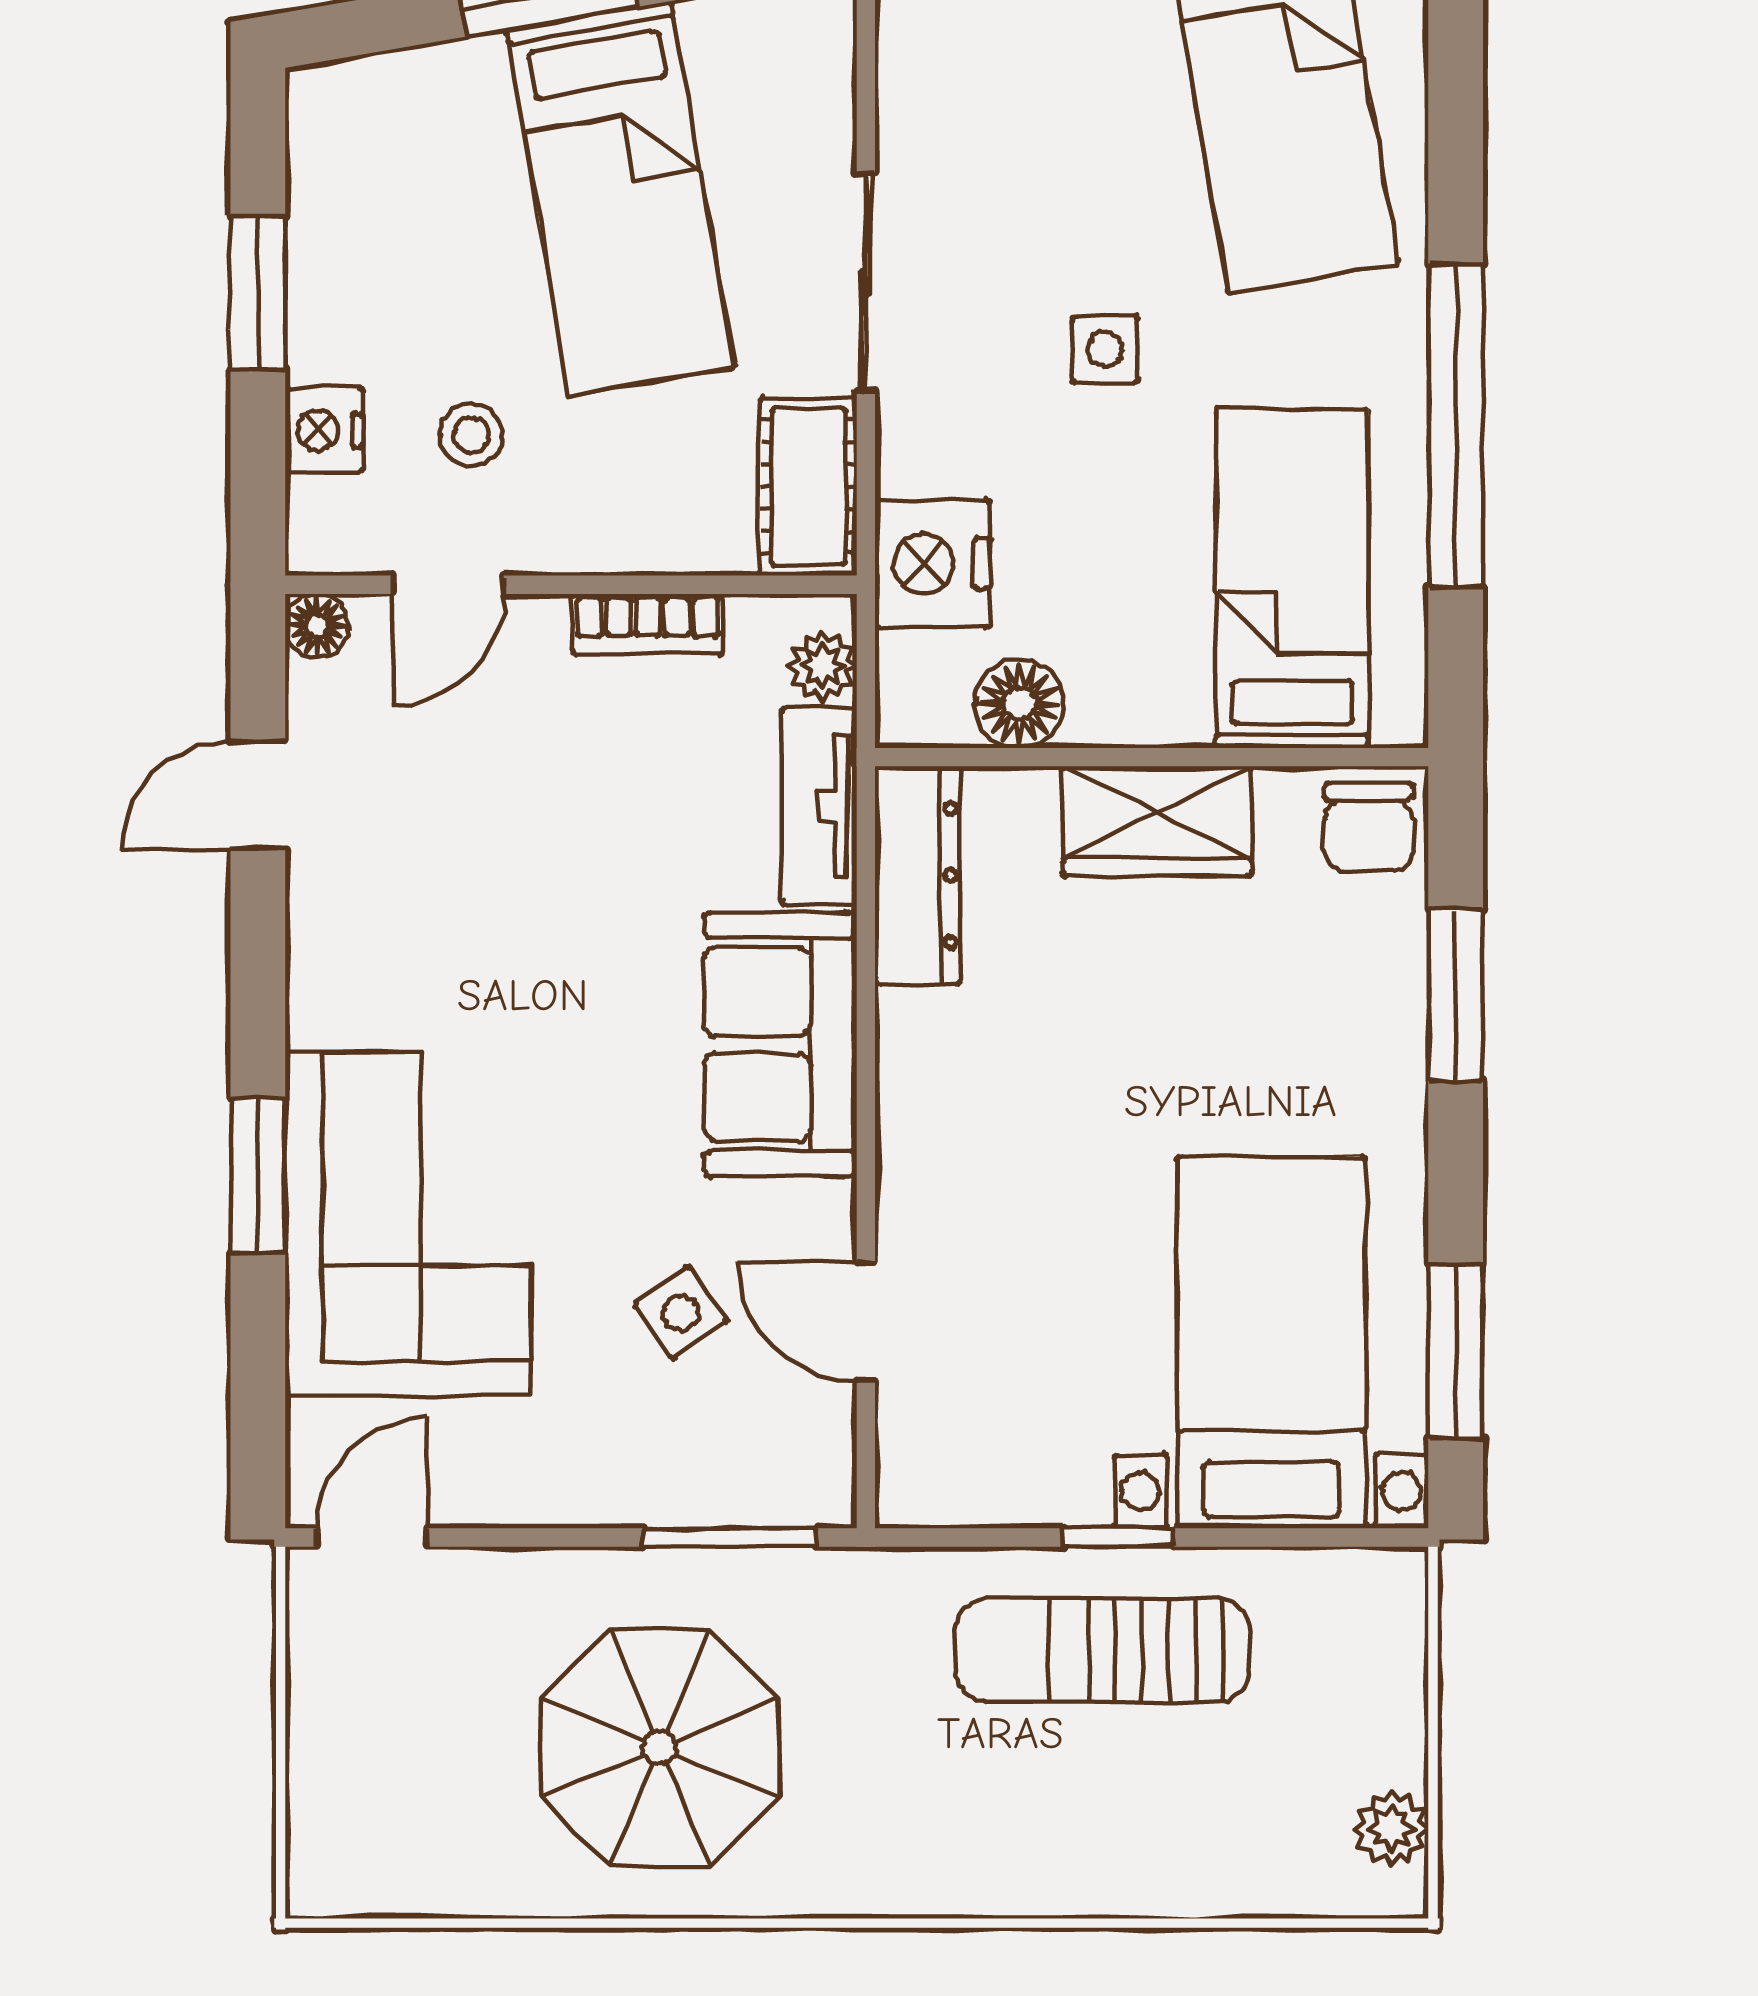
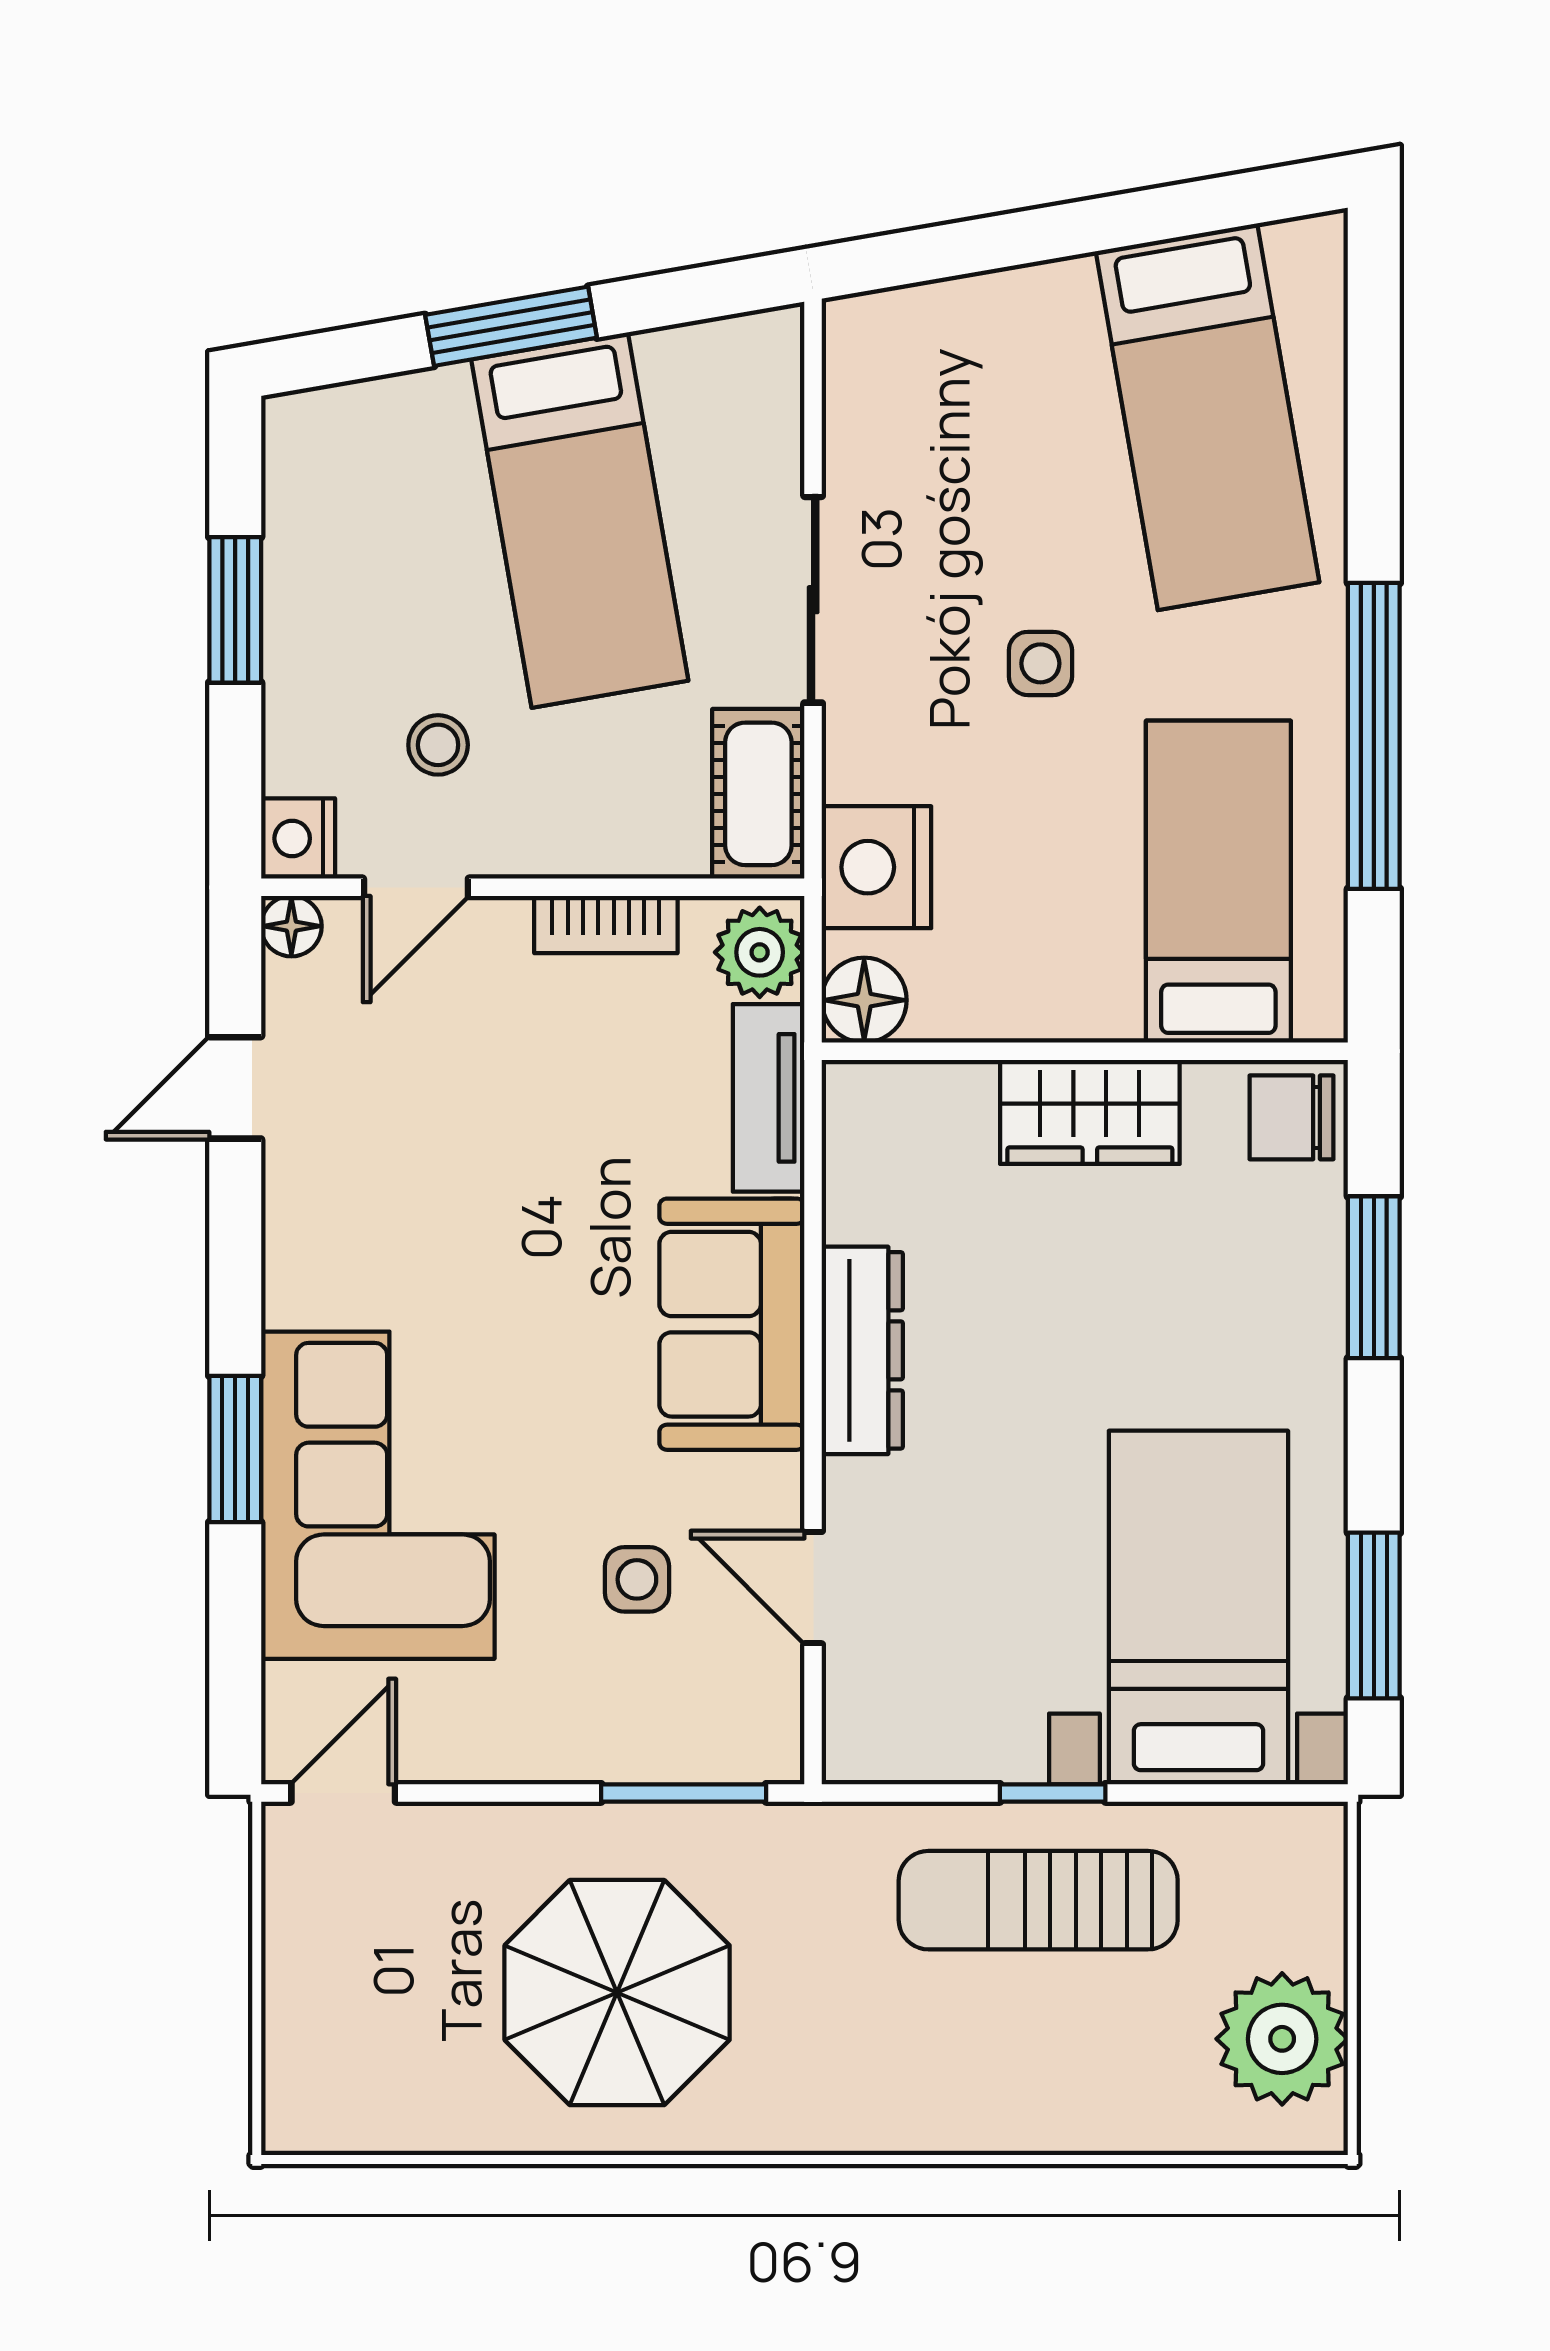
nightstand: (324, 430) -> (298, 838), moved
plant: (822, 666) -> (760, 952), width x1.38, depth x1.38
floor lamp: (1019, 703) -> (864, 1000), moved
chair: (1369, 827) -> (1291, 1117), turned 90
dresser: (918, 875) -> (862, 1350), moved
side table: (681, 1313) -> (637, 1579), turned 35
plant: (1392, 1828) -> (1282, 2039), width x1.88, depth x1.88

